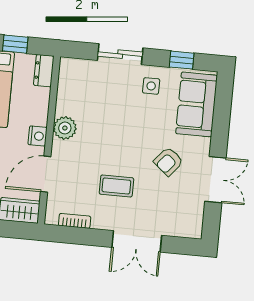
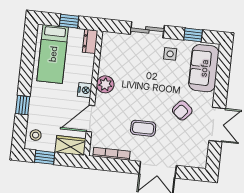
bookcase: (75, 221) -> (112, 154), width x1.56

